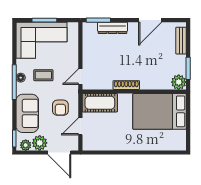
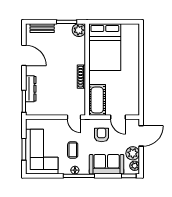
armchair: (60, 108) -> (102, 135), turned -90

